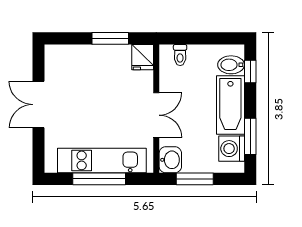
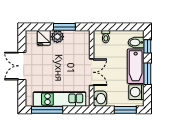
plant: (98, 55) -> (57, 37), added
fridge: (143, 57) -> (44, 38), moved
window: (250, 136) -> (147, 74), moved
window: (99, 179) -> (47, 110), moved
window: (195, 179) -> (125, 110), moved

